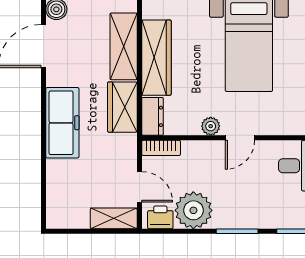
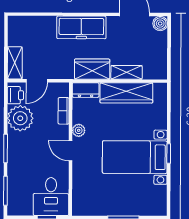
shelving: (124, 46) -> (127, 72), width x0.67, depth x0.75
bookcase: (161, 148) -> (64, 111), moved

